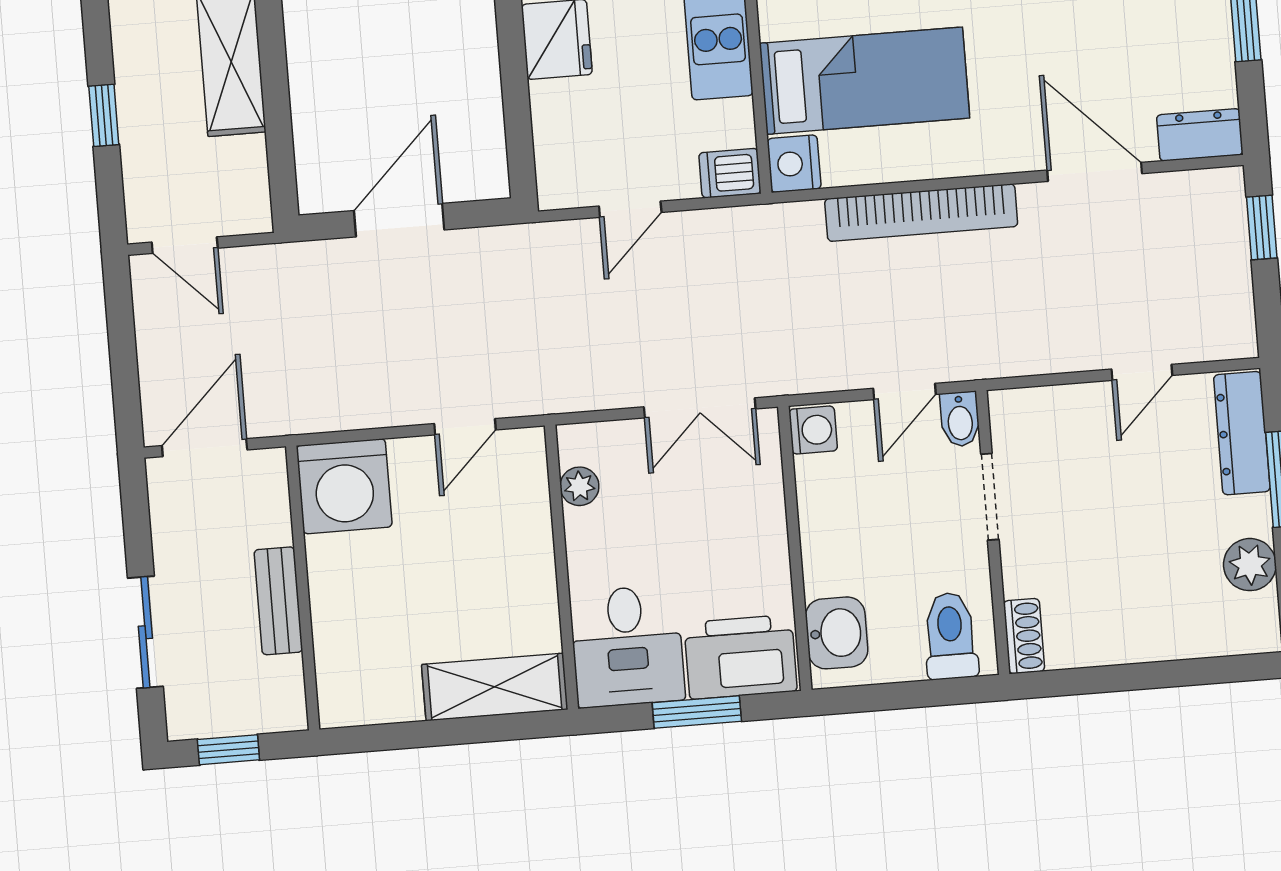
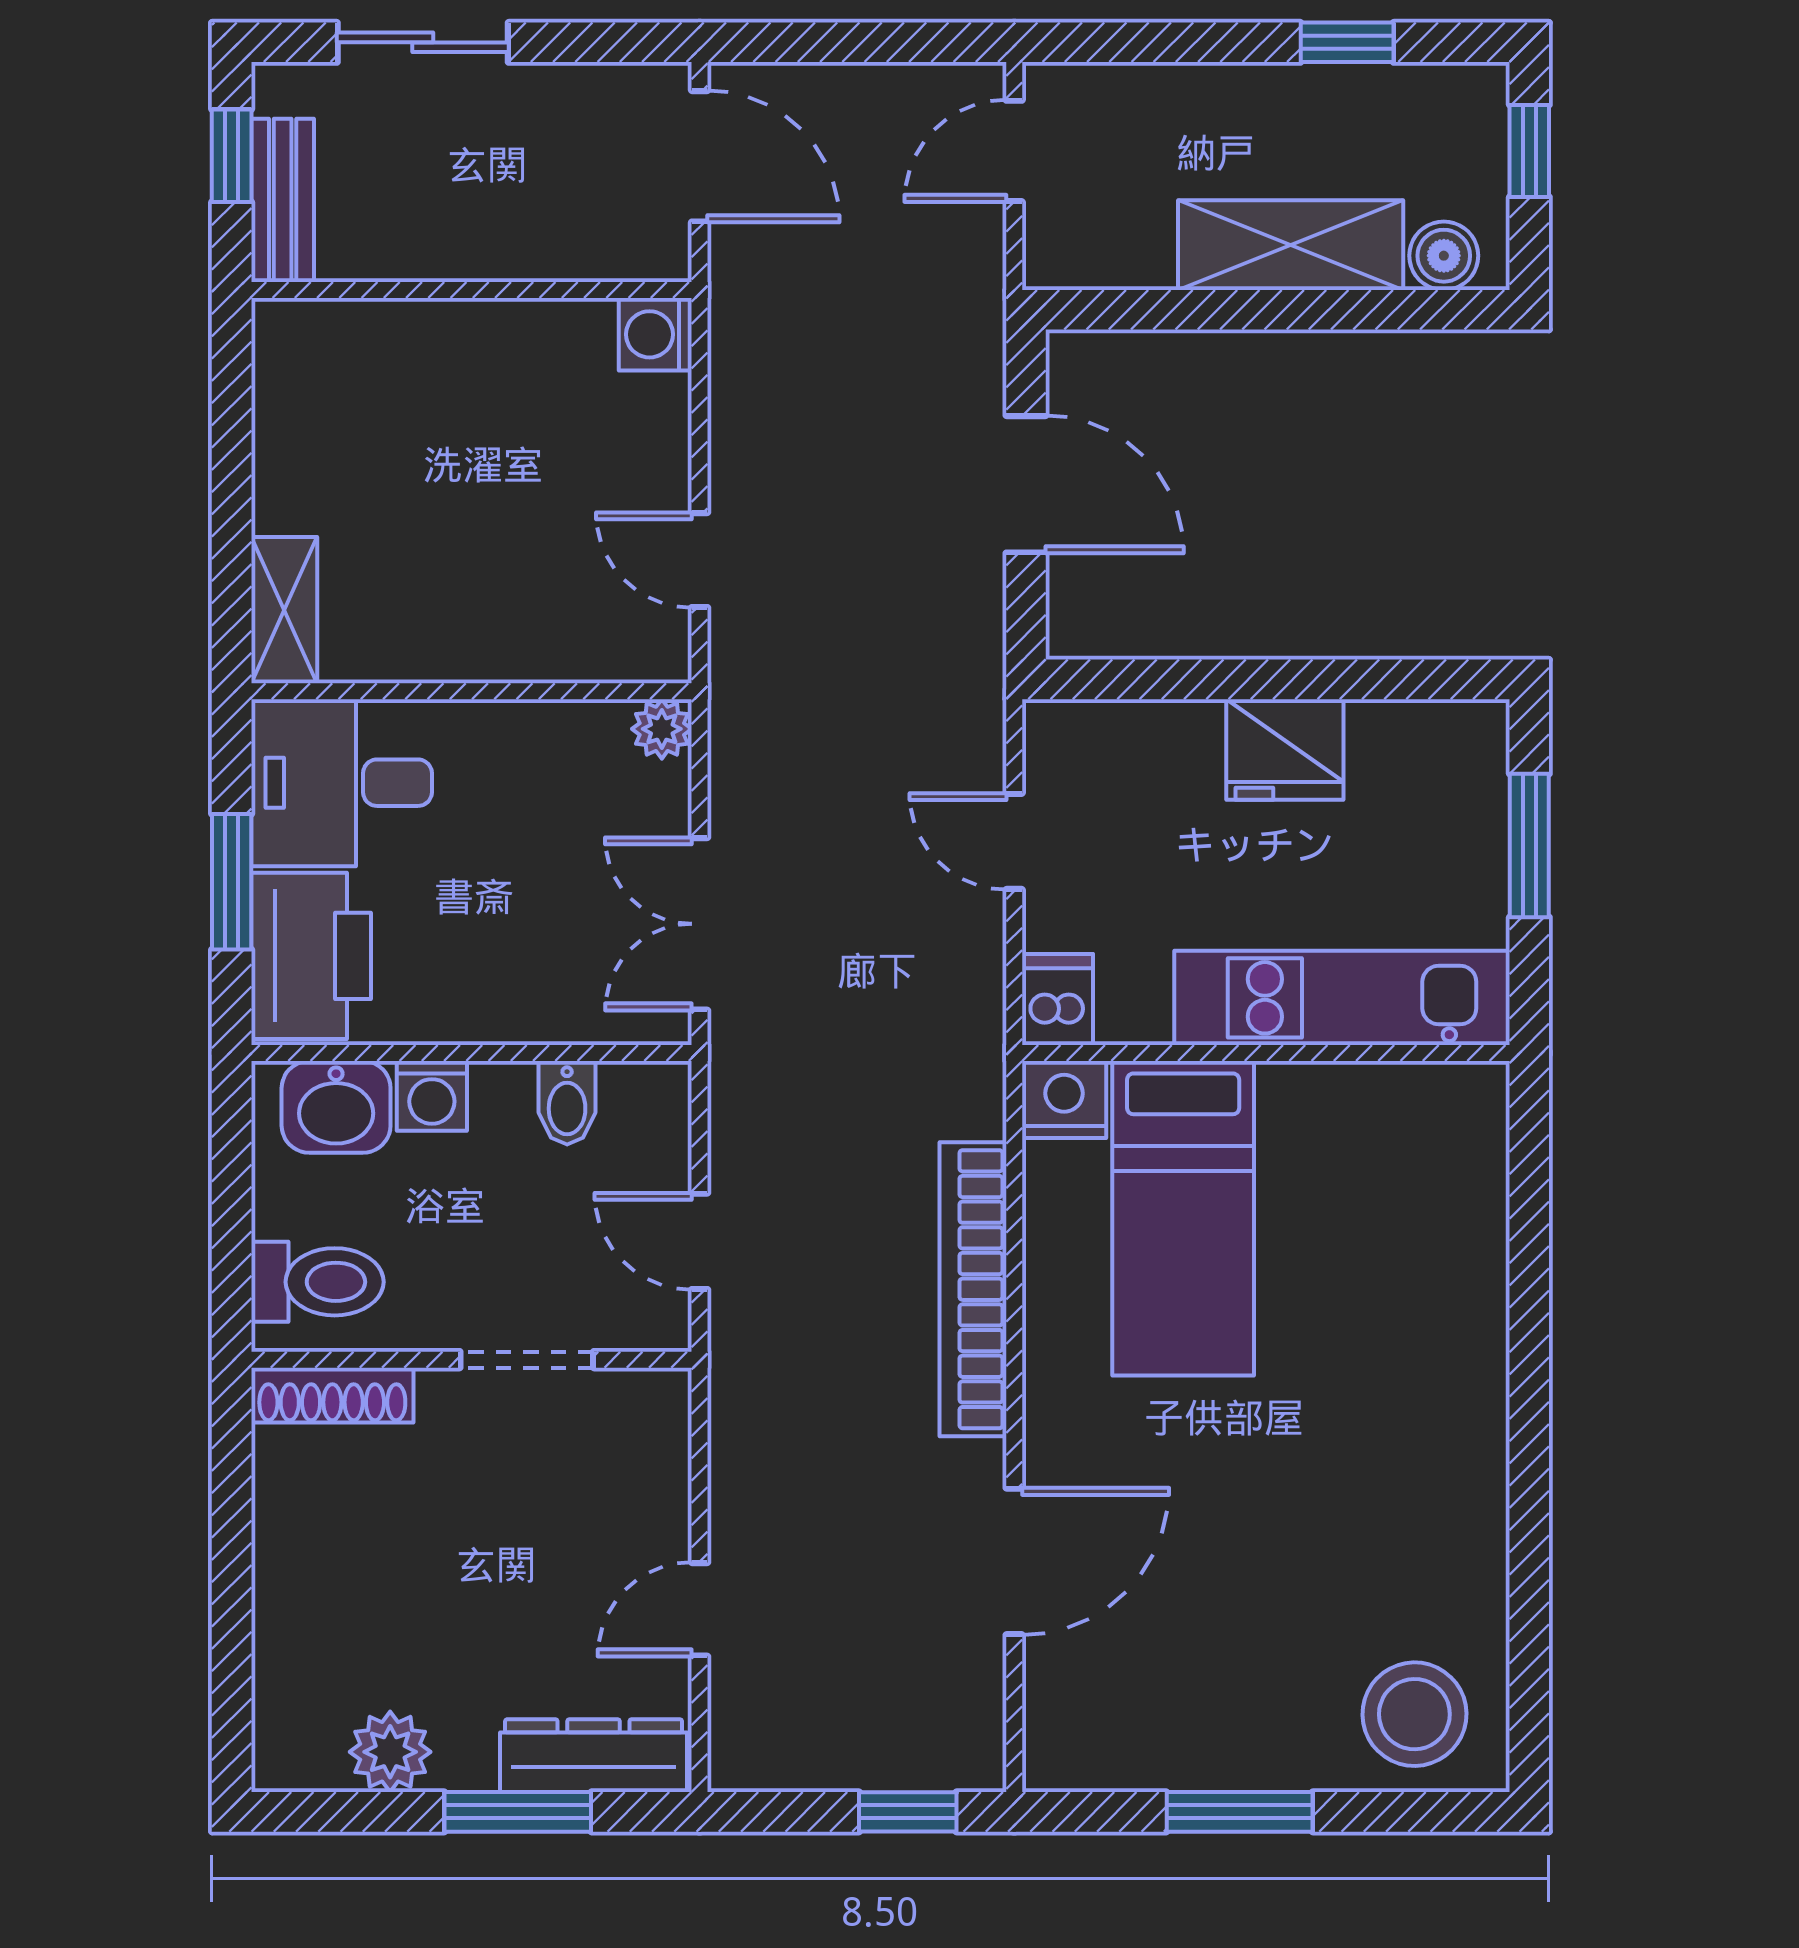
window: (104, 115) -> (1347, 42), moved
dresser: (1200, 135) -> (1058, 1728), removed
door: (1142, 372) -> (700, 1609), hinge flipped
bidet: (960, 419) -> (567, 1103), moved, turned -90
washing machine: (813, 430) -> (432, 1096), moved
washing machine: (344, 486) -> (655, 334), width x0.53, depth x0.53
plant: (579, 486) -> (662, 729), moved
bench: (278, 601) -> (283, 200), moved, turned 90
shoe rack: (1024, 636) -> (332, 1395), width x1.43
shelving: (495, 687) -> (284, 610), width x0.67, depth x0.75

